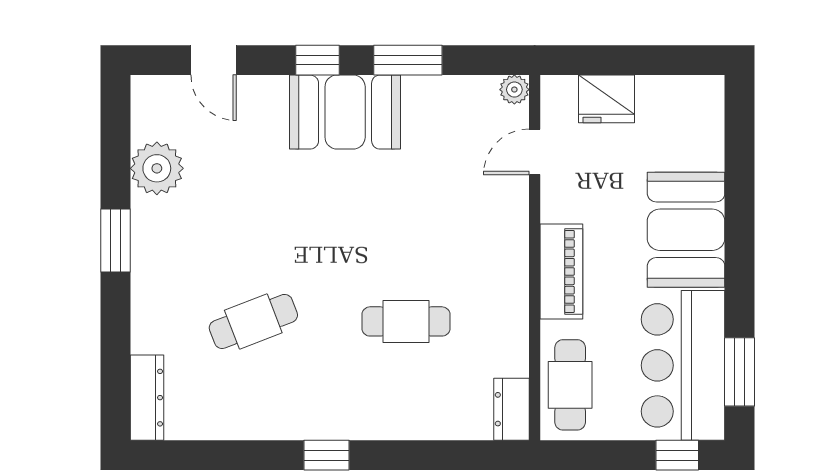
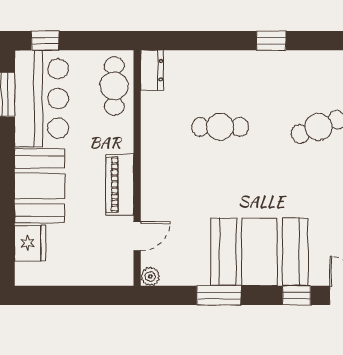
window: (317, 60) -> (297, 295), moved
fridge: (607, 99) -> (30, 243), moved, turned 90
booth: (345, 112) -> (259, 252), width x1.36, depth x1.42
piano: (561, 272) -> (120, 185), moved

